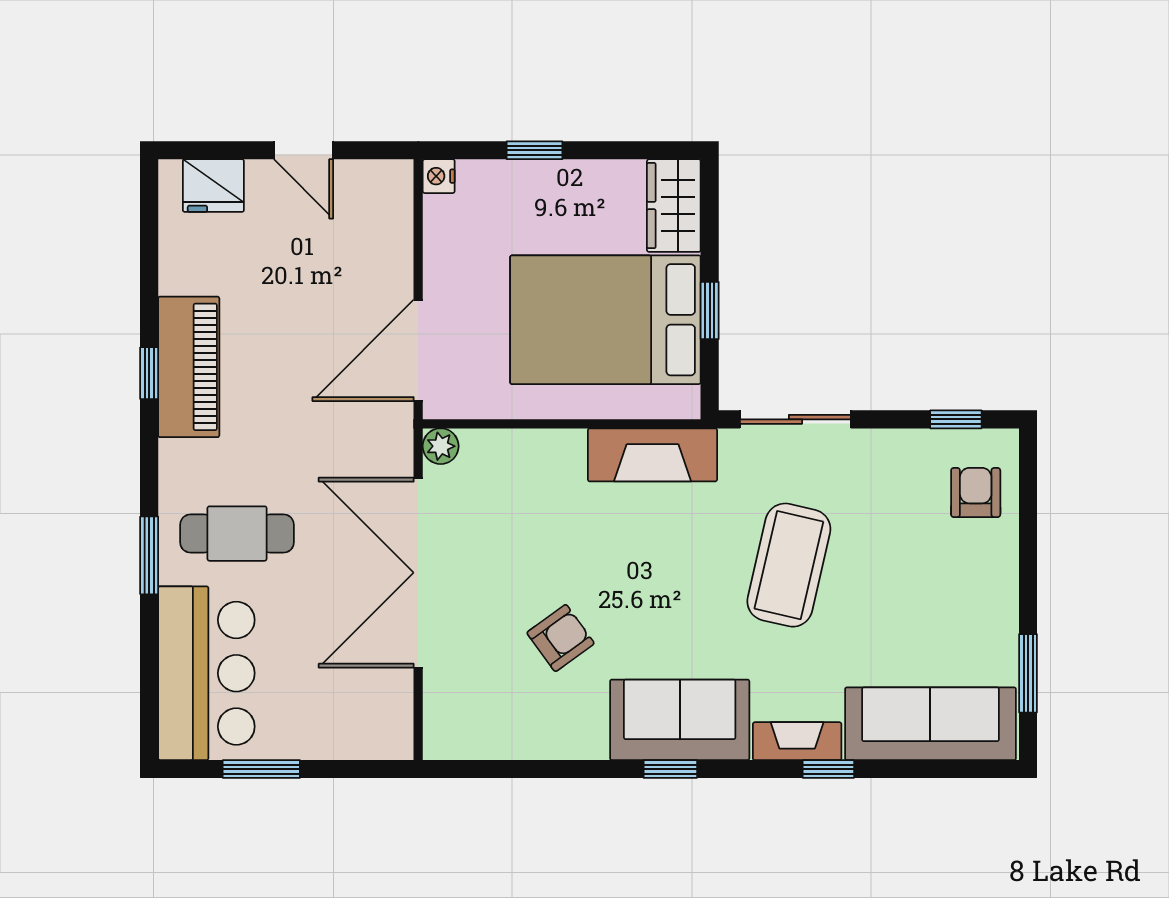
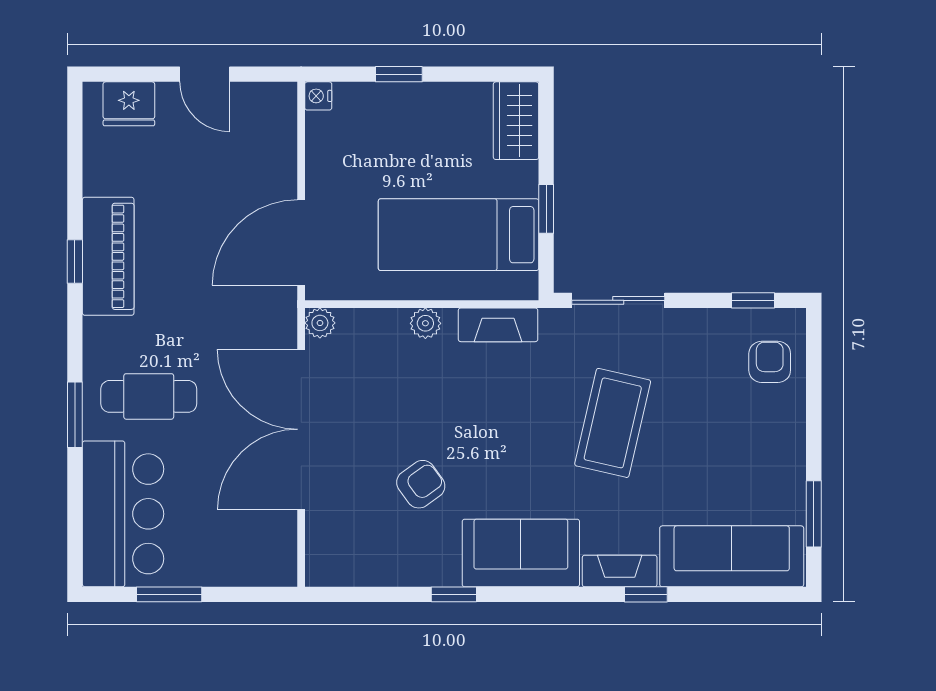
bed: (605, 320) -> (458, 235), width x0.67
plant: (566, 447) -> (425, 323), added
fireplace: (652, 455) -> (498, 325), width x0.73, depth x0.76
window: (670, 769) -> (454, 594), moved

